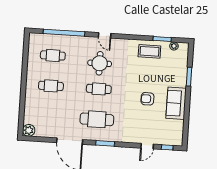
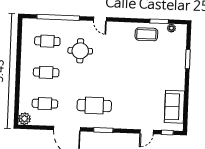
round table: (100, 63) -> (80, 51), moved
cafe table: (99, 89) -> (45, 104), moved
armchair: (147, 99) -> (146, 83), removed
sofa: (176, 103) -> (174, 107), moved

